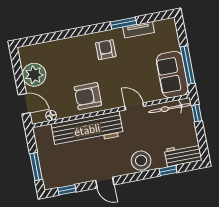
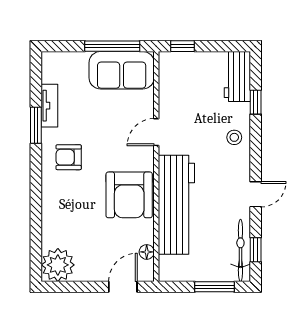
plant: (34, 75) -> (58, 265), moved
armchair: (88, 96) -> (129, 195), width x1.36, depth x1.36
bicycle: (170, 108) -> (240, 250), moved, turned 180
stool: (141, 161) -> (234, 137), width x0.53, depth x0.53

